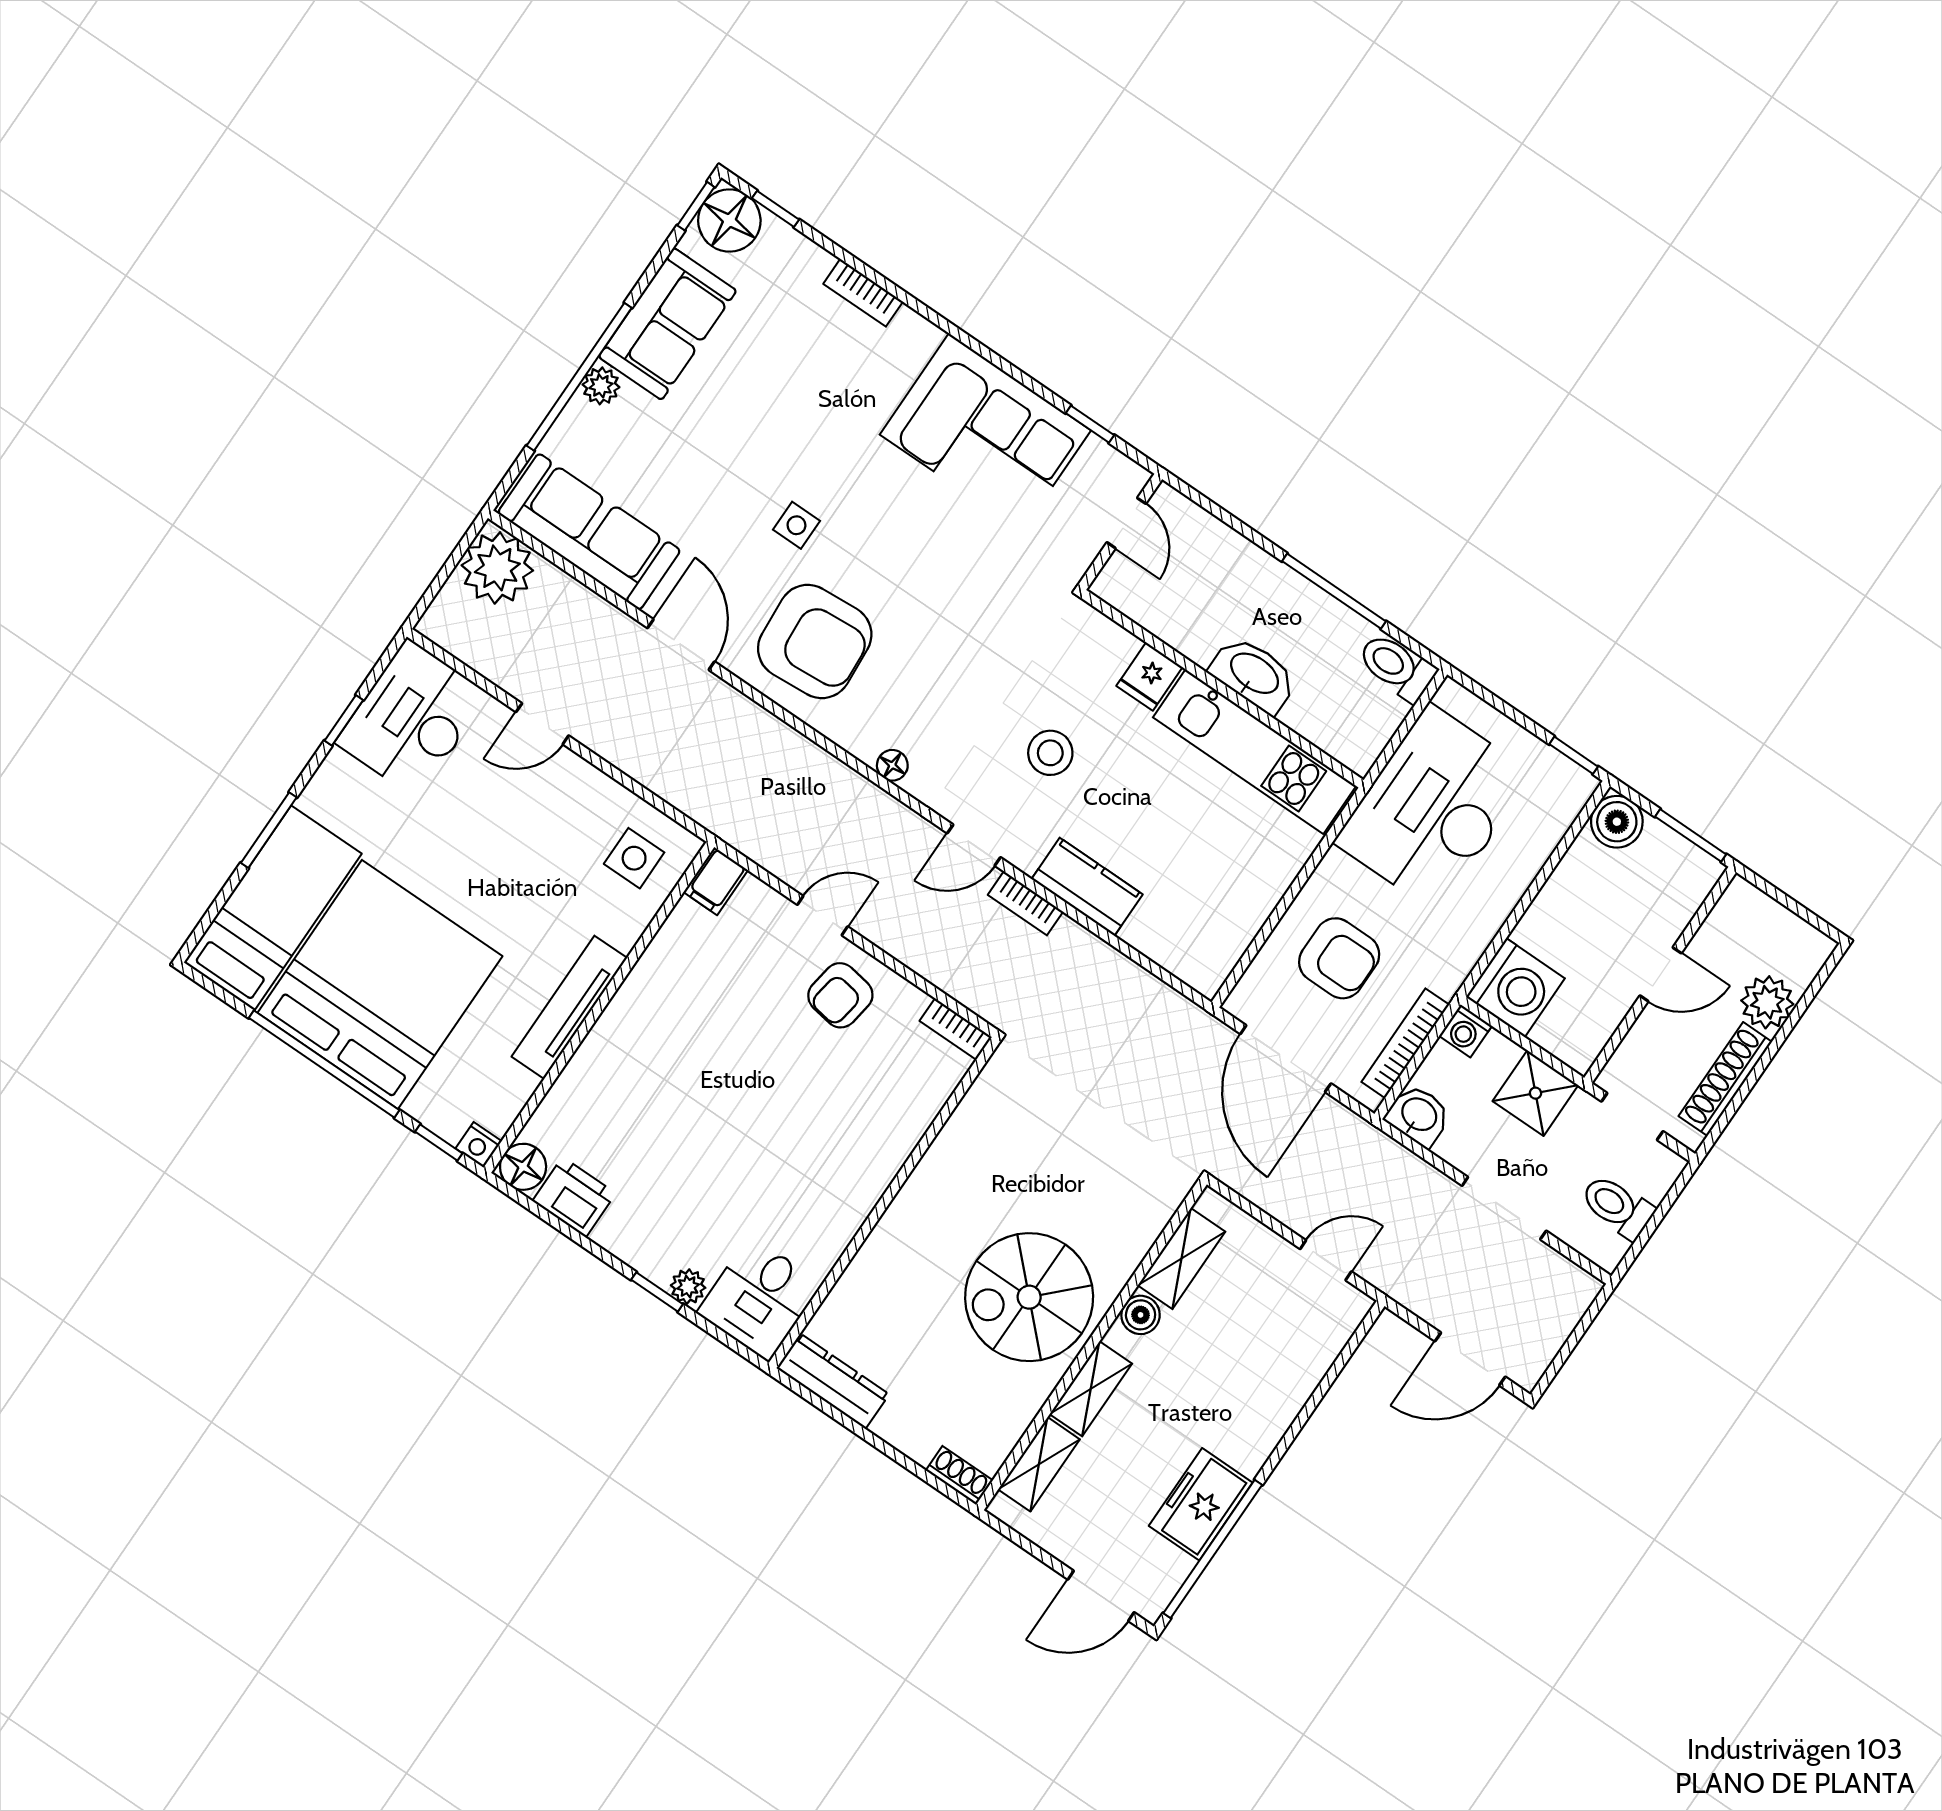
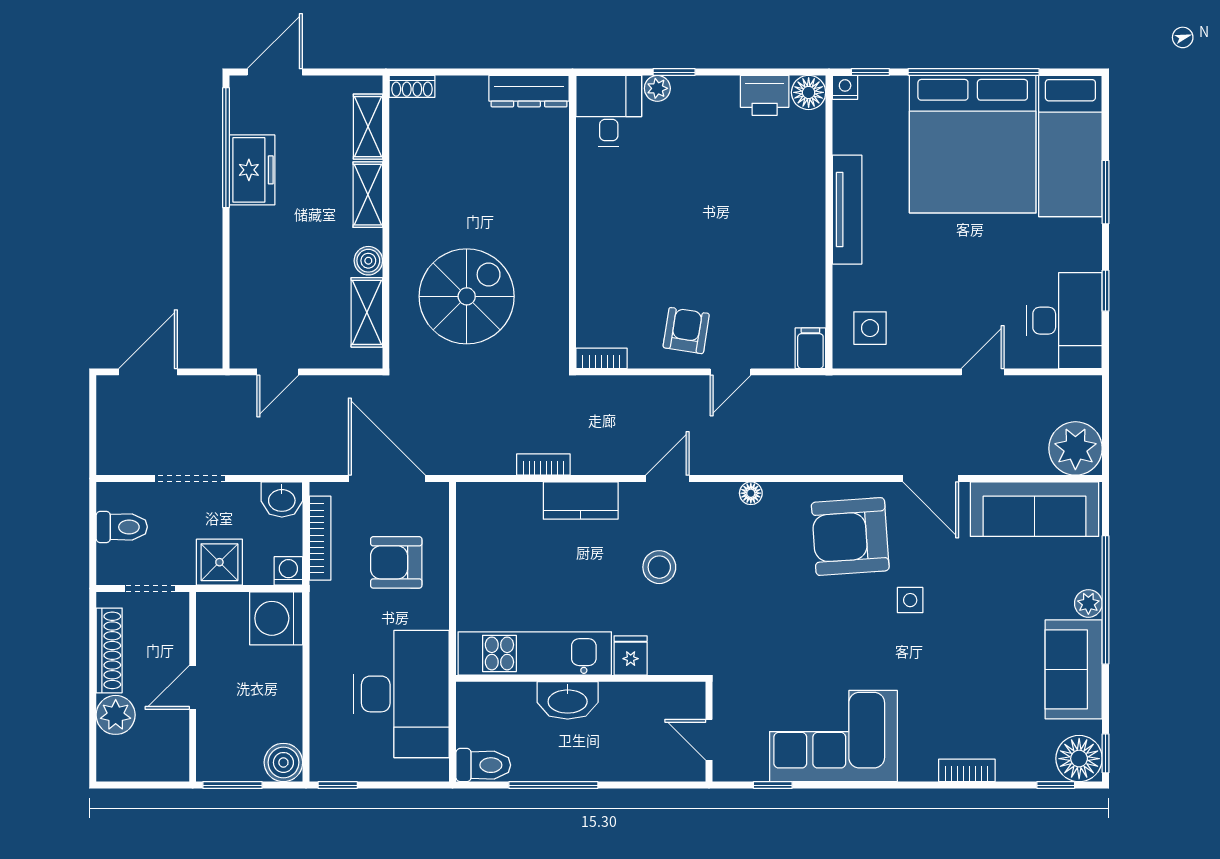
bookcase: (1025, 903) -> (543, 464), moved
spiral stairs: (1029, 1297) -> (467, 296), moved

